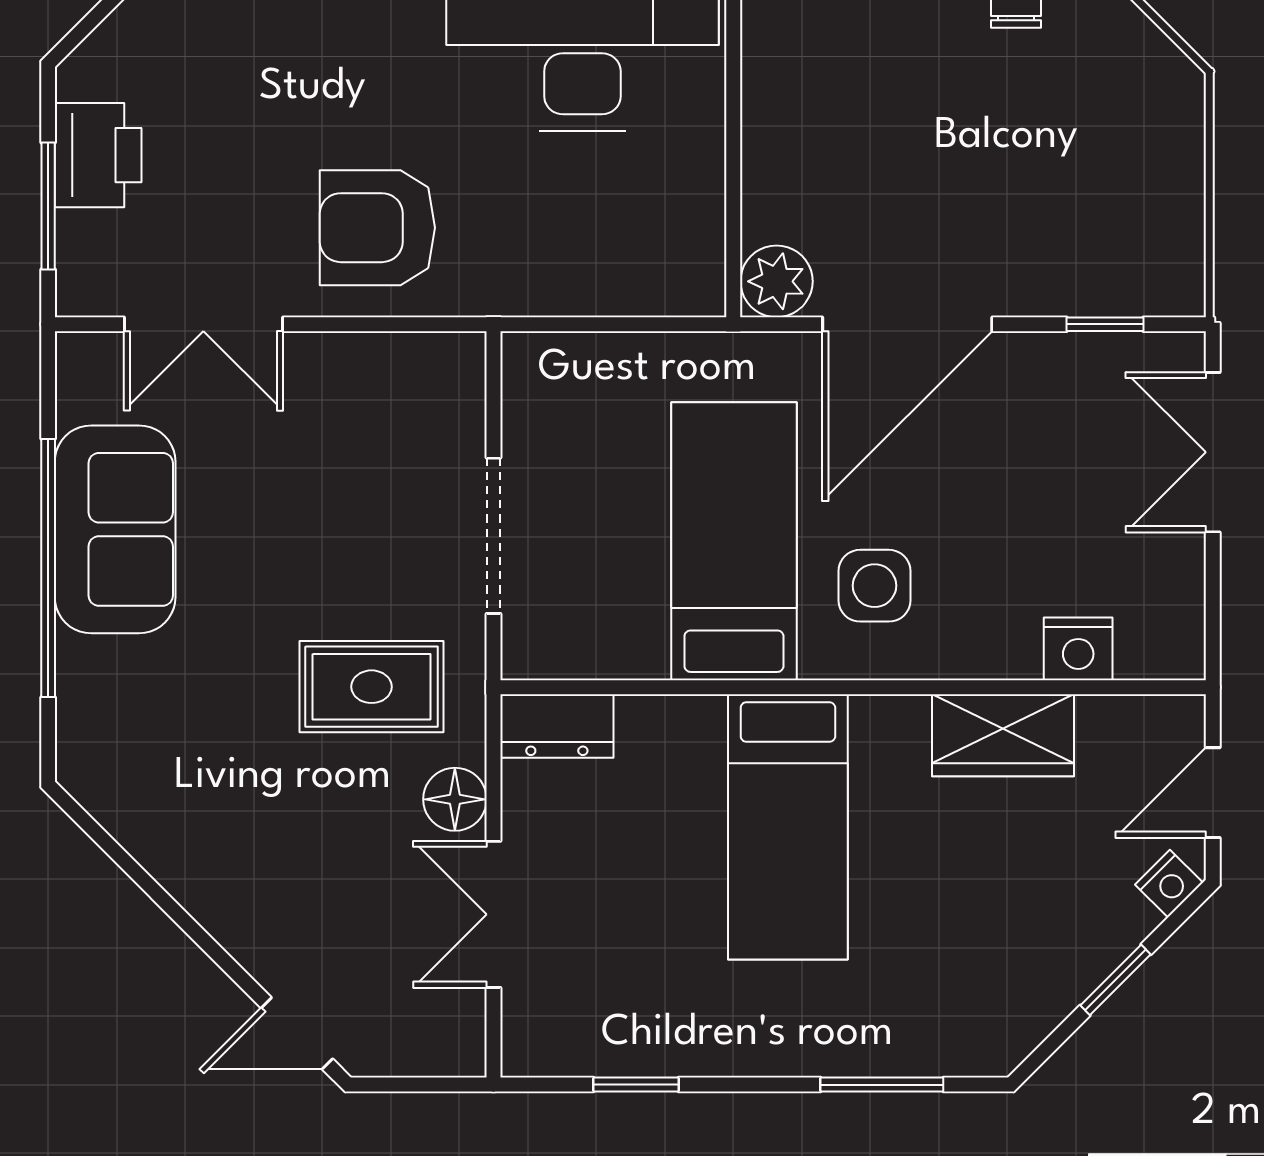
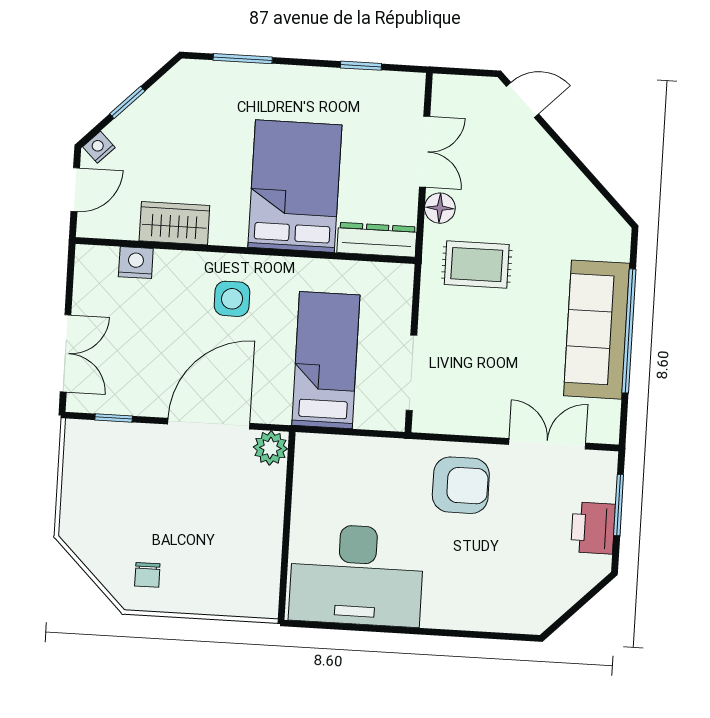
sofa: (115, 529) -> (597, 330), width x1.36
doorway: (493, 536) -> (412, 373), moved
bed: (734, 541) -> (326, 360), moved, turned 180
dresser: (557, 726) -> (377, 240), width x1.44
bed: (788, 827) -> (295, 186), width x1.50

